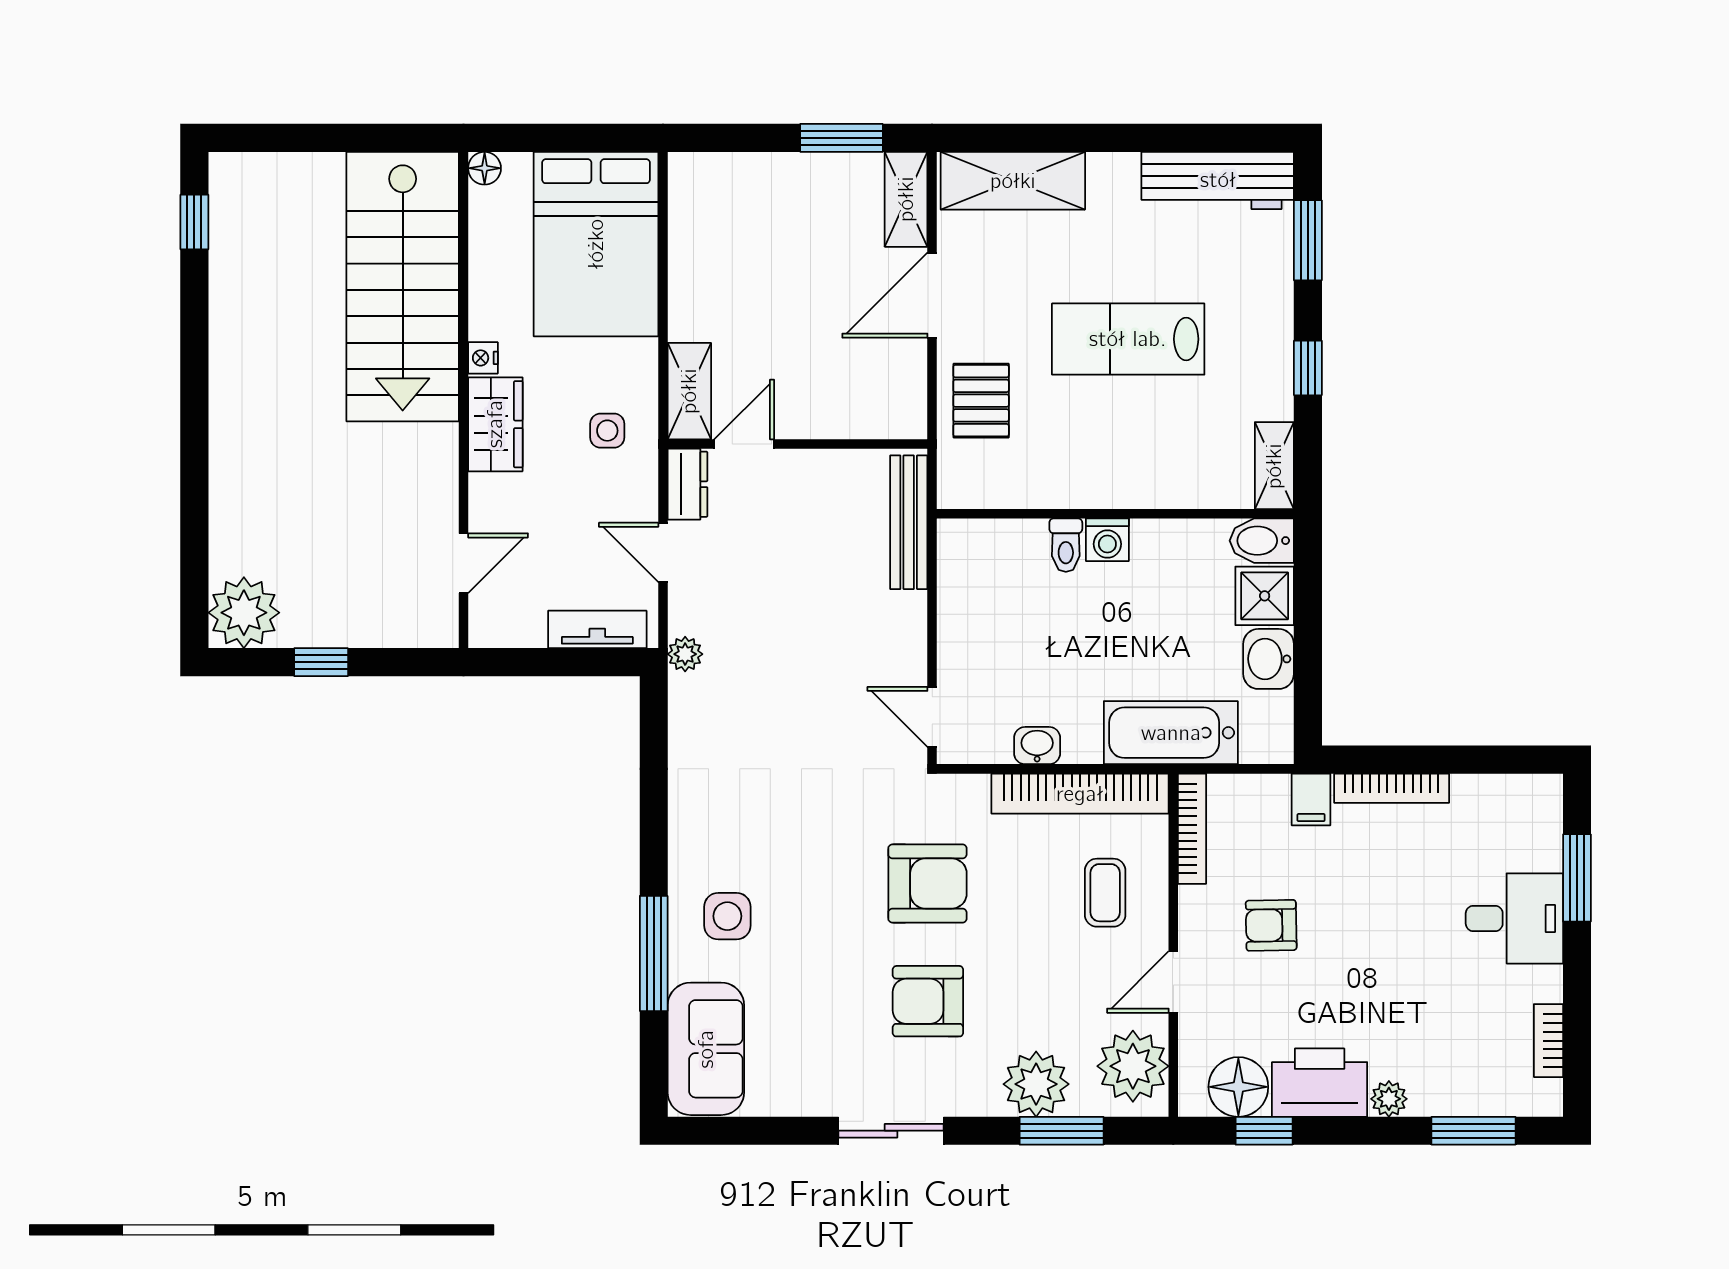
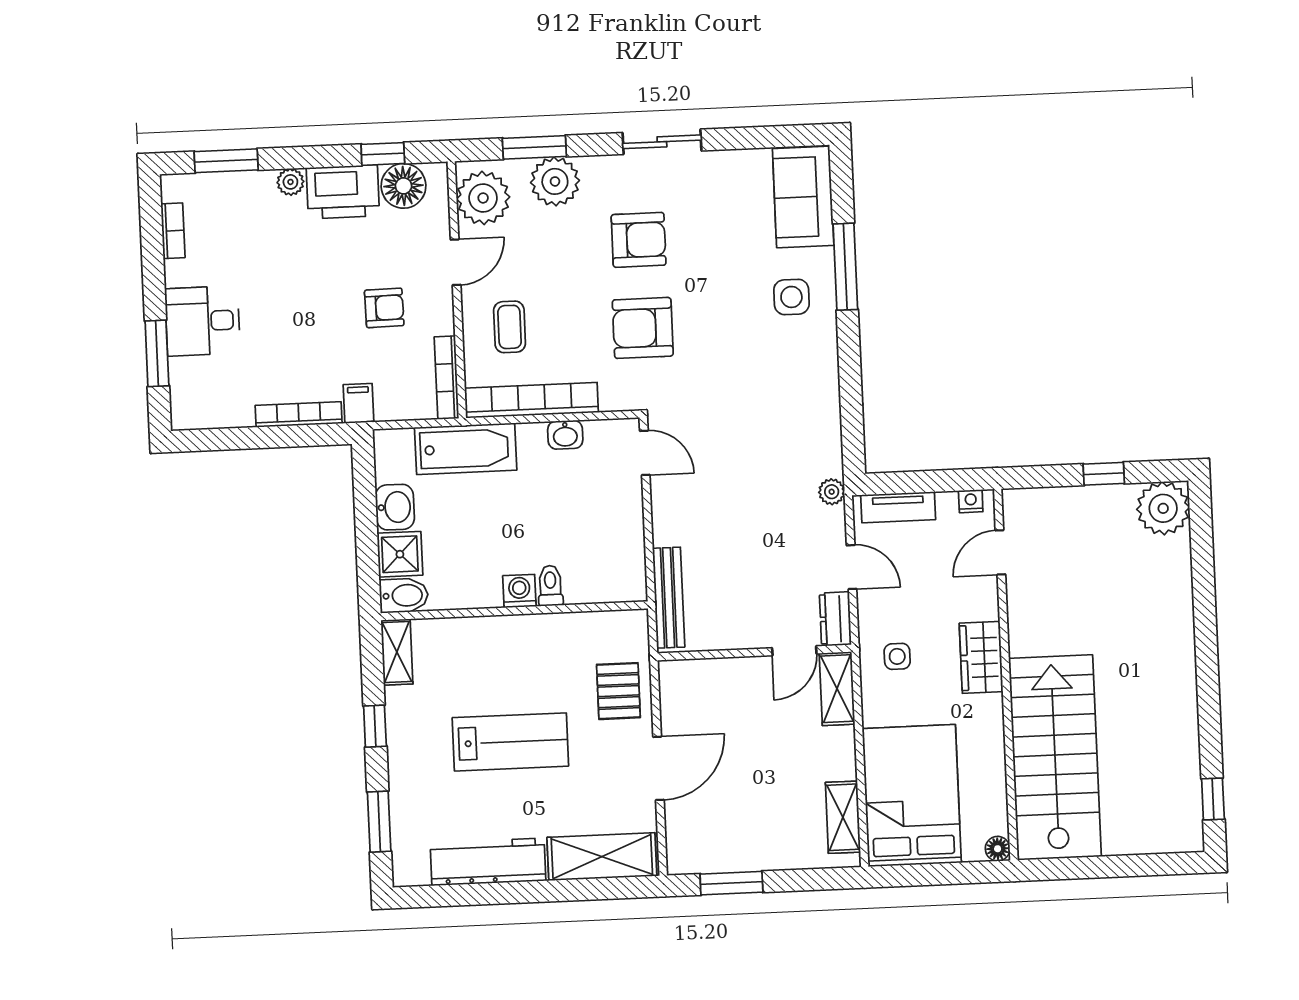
workbench: (1218, 180) -> (488, 862), moved
shelving: (906, 199) -> (843, 817), moved
nightstand: (483, 358) -> (971, 501), moved, turned -90

